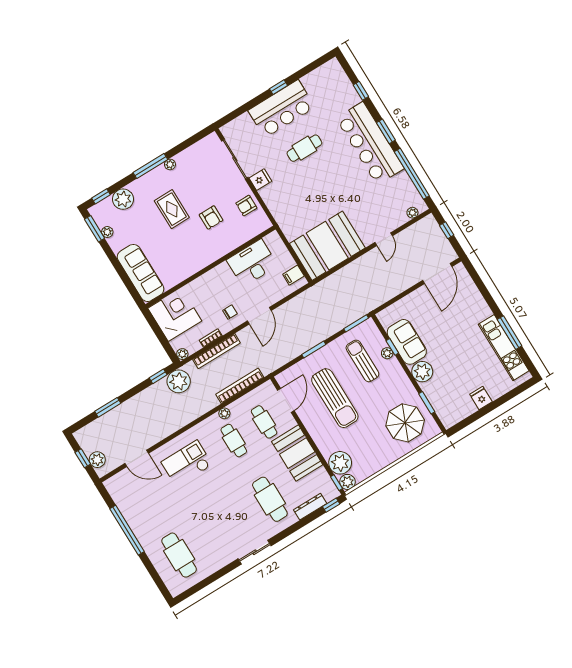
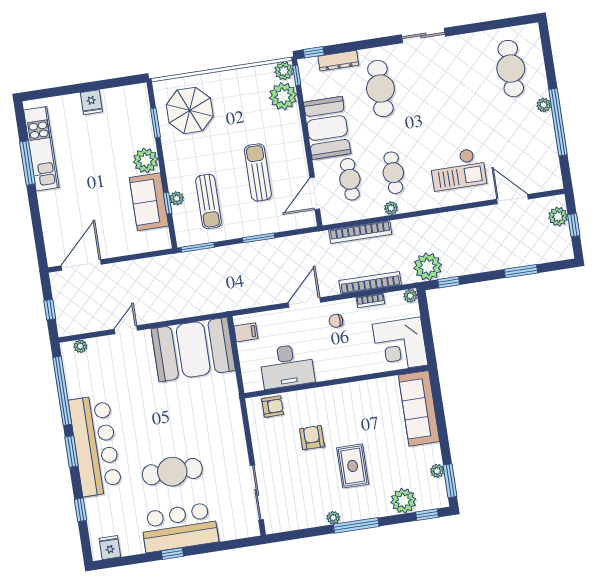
cafe table: (304, 148) -> (172, 472), width x1.37, depth x1.35
fridge: (260, 180) -> (110, 548), moved, turned 90
armchair: (246, 206) -> (273, 406), moved
sun lounger: (335, 398) -> (258, 172), width x0.73, depth x0.75
plant: (143, 538) -> (544, 105), added

